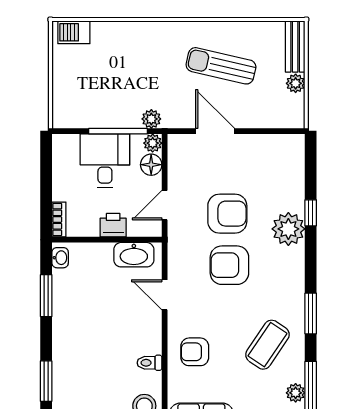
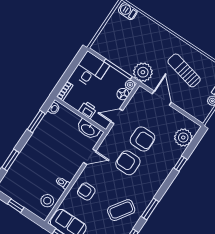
plant: (151, 119) -> (143, 72), width x1.88, depth x1.88
desk: (105, 161) -> (91, 70), moved
plant: (288, 229) -> (183, 137), moved
door: (165, 295) -> (90, 157), swing flipped

